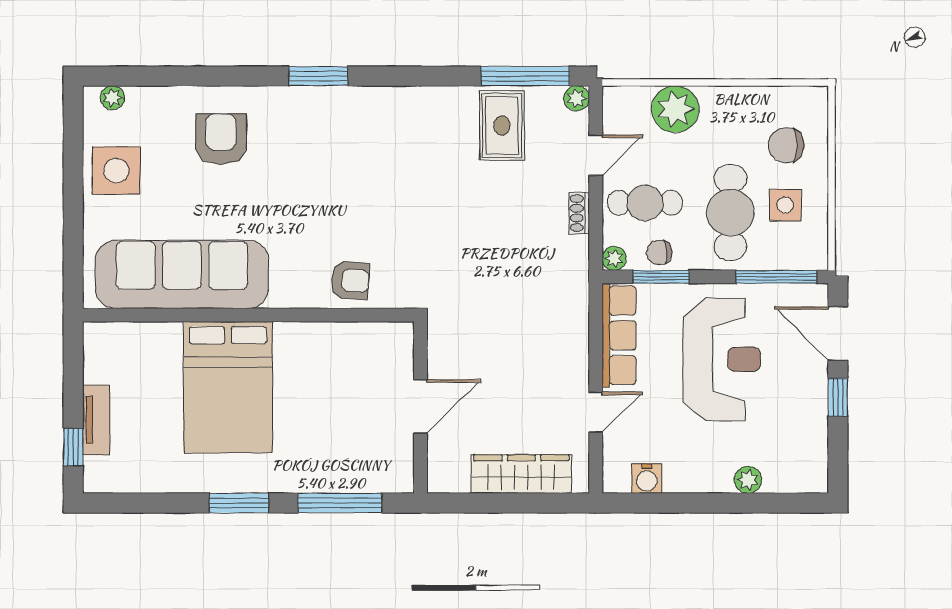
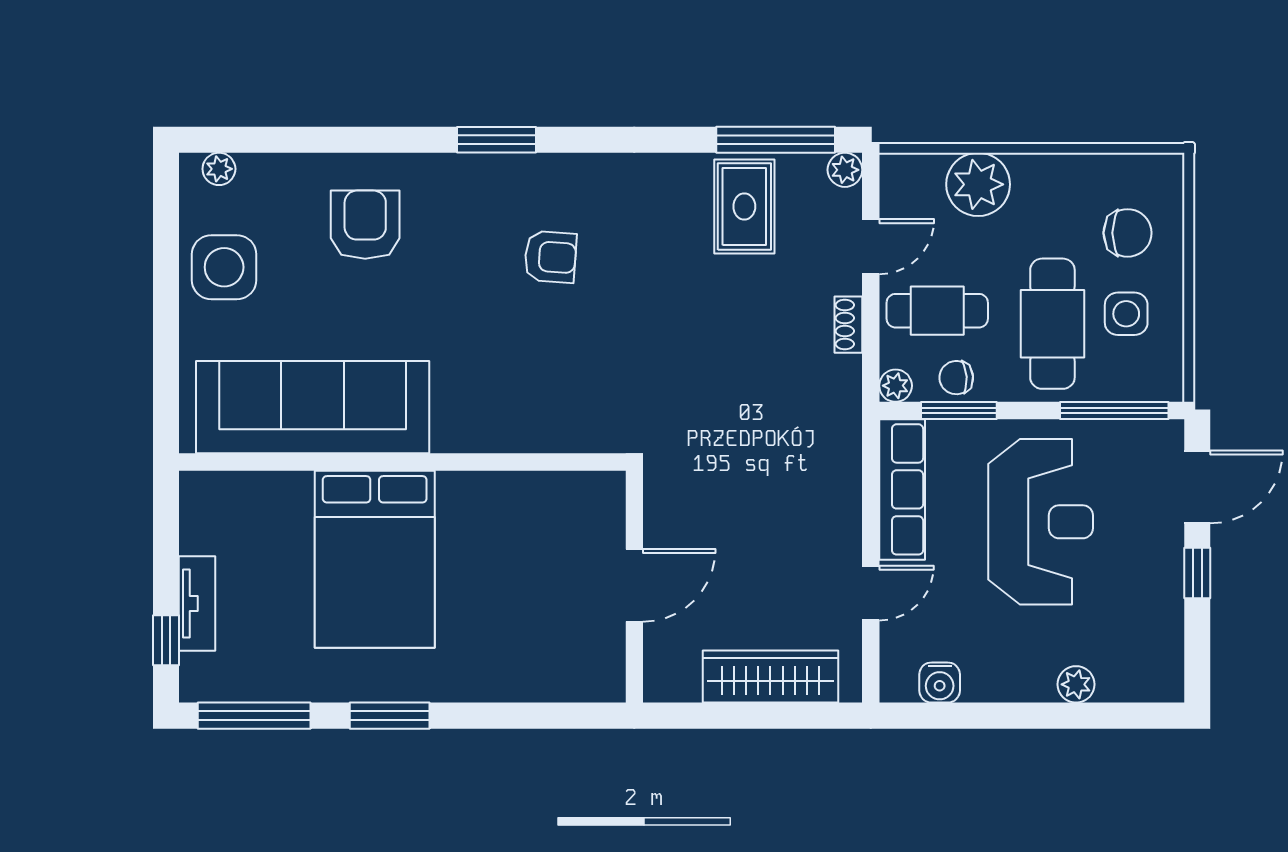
chair: (786, 145) -> (1127, 233), turned 180
armchair: (350, 280) -> (550, 257), moved
door: (838, 333) -> (1197, 487), swing flipped
window: (340, 503) -> (254, 716), moved

